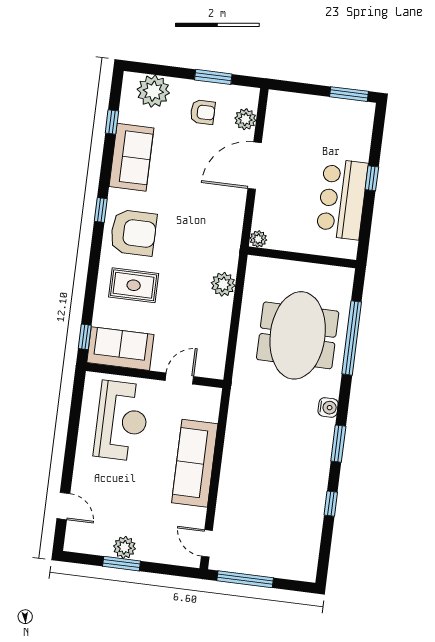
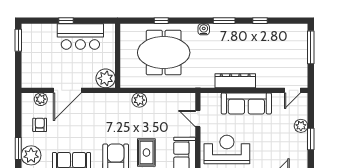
window: (213, 77) -> (18, 148), moved
door: (255, 166) -> (67, 90), hinge flipped
plant: (258, 239) -> (106, 78), width x1.88, depth x1.88
window: (352, 338) -> (161, 21), width x0.32
dresser: (235, 449) -> (235, 81), added
plant: (124, 547) -> (301, 126), moved
window: (245, 579) -> (311, 47), moved

